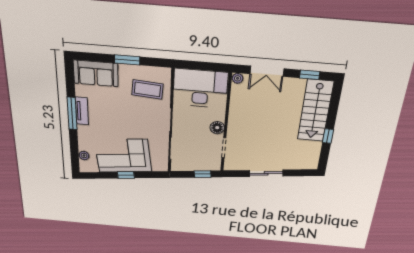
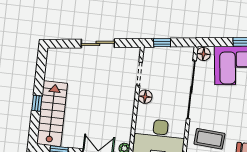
window: (328, 136) -> (37, 103), moved
floor lamp: (162, 165) -> (203, 54), added

